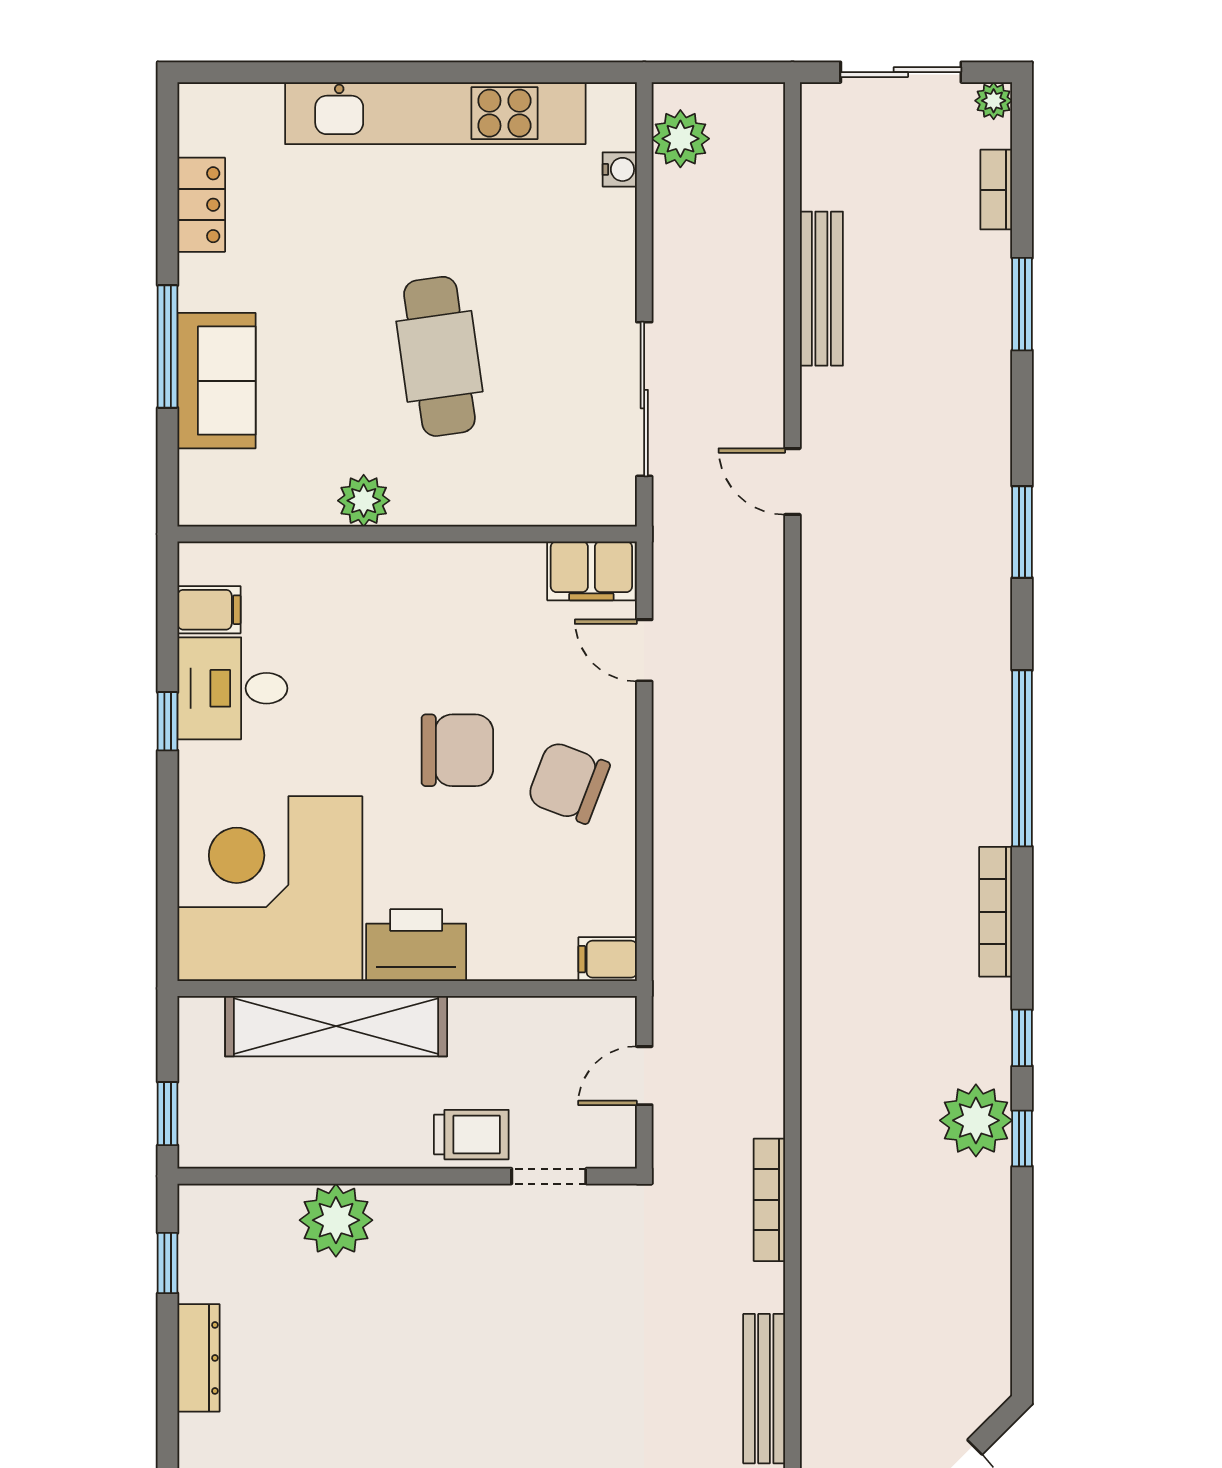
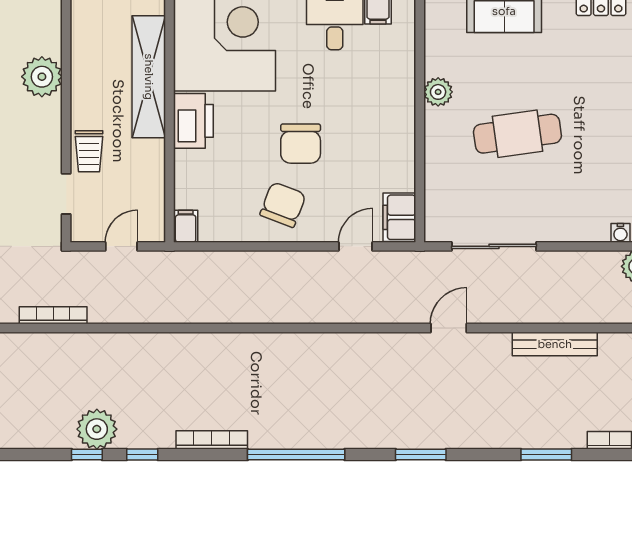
door: (644, 1076) -> (121, 246), hinge flipped

